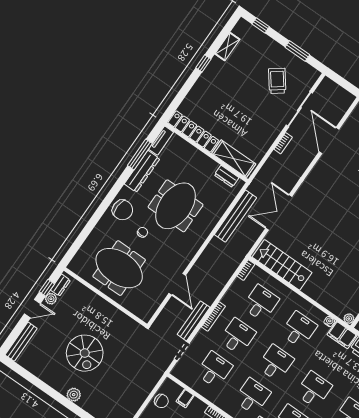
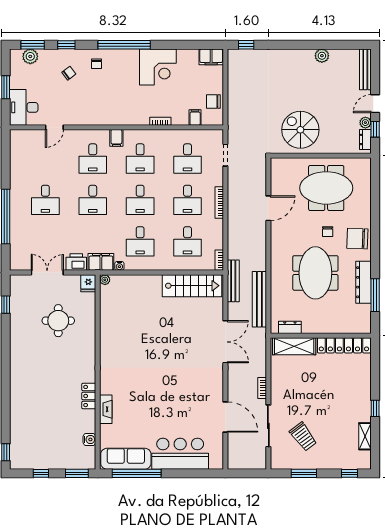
tv unit: (161, 141) -> (366, 319), removed
double door: (279, 212) -> (225, 342), moved
door: (177, 284) -> (268, 208), swing flipped
bench: (194, 321) -> (233, 281), moved
spiral stairs: (85, 353) -> (300, 130), moved
plant: (74, 395) -> (322, 56), moved

